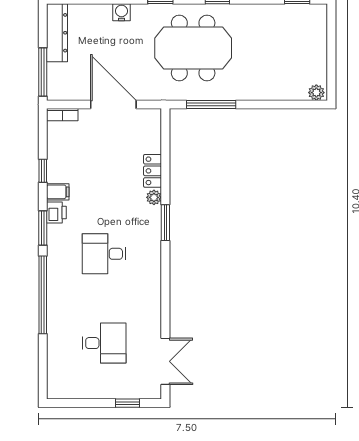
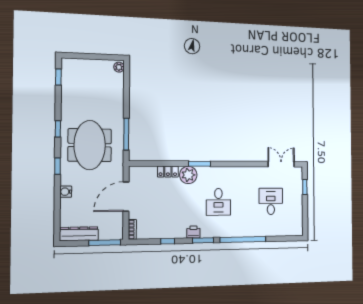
filing cabinet: (58, 192) -> (181, 231), removed
plant: (154, 197) -> (188, 175), width x1.88, depth x1.88

